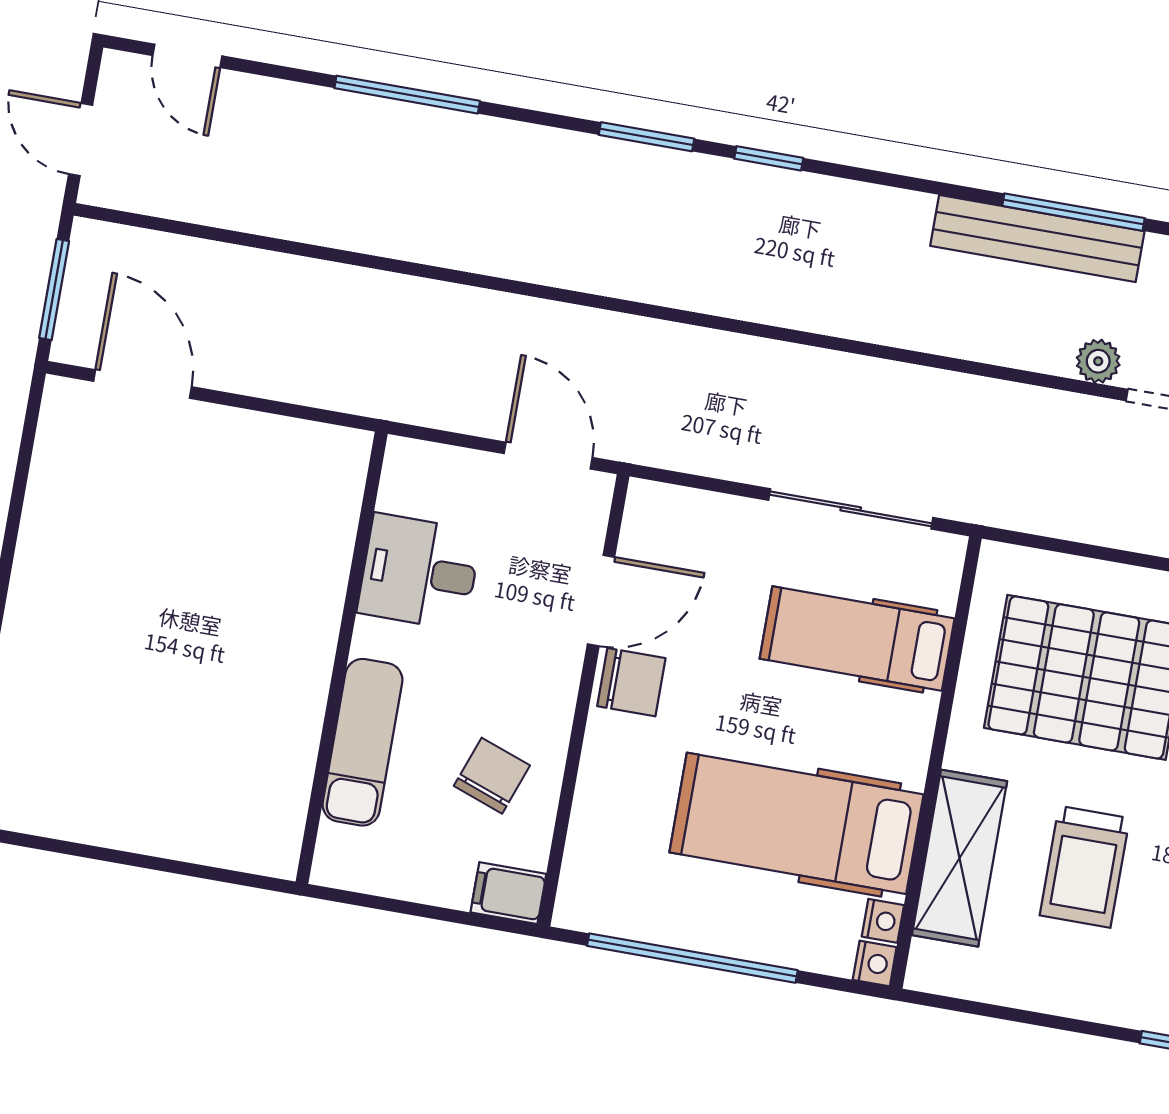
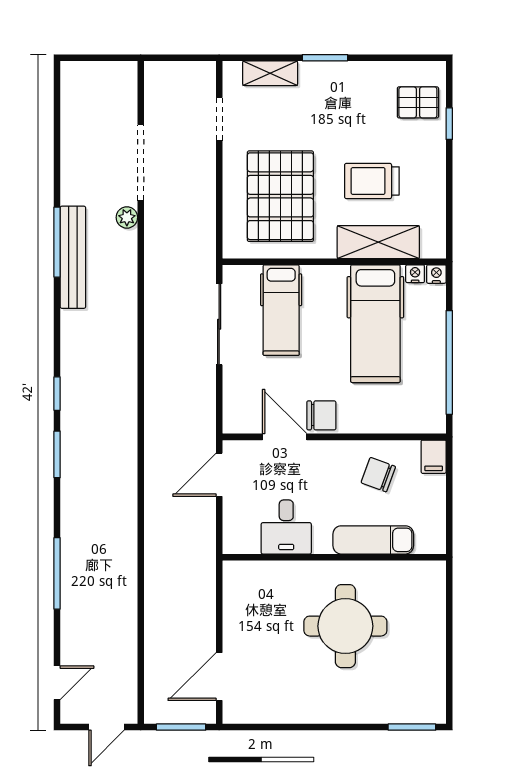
round table: (199, 656) -> (345, 626), added
chair: (631, 682) -> (321, 415), turned 90
trolley: (1085, 867) -> (372, 181), turned 180

